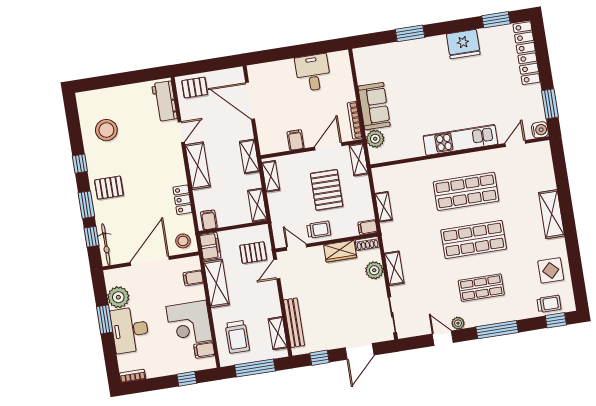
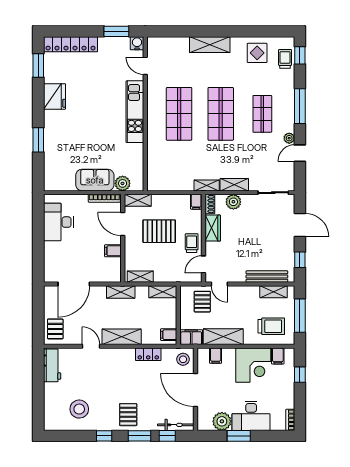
desk: (313, 73) -> (58, 222), width x1.37
workbench: (164, 101) -> (52, 365), moved, turned -90
shelving: (384, 207) -> (207, 185), moved

